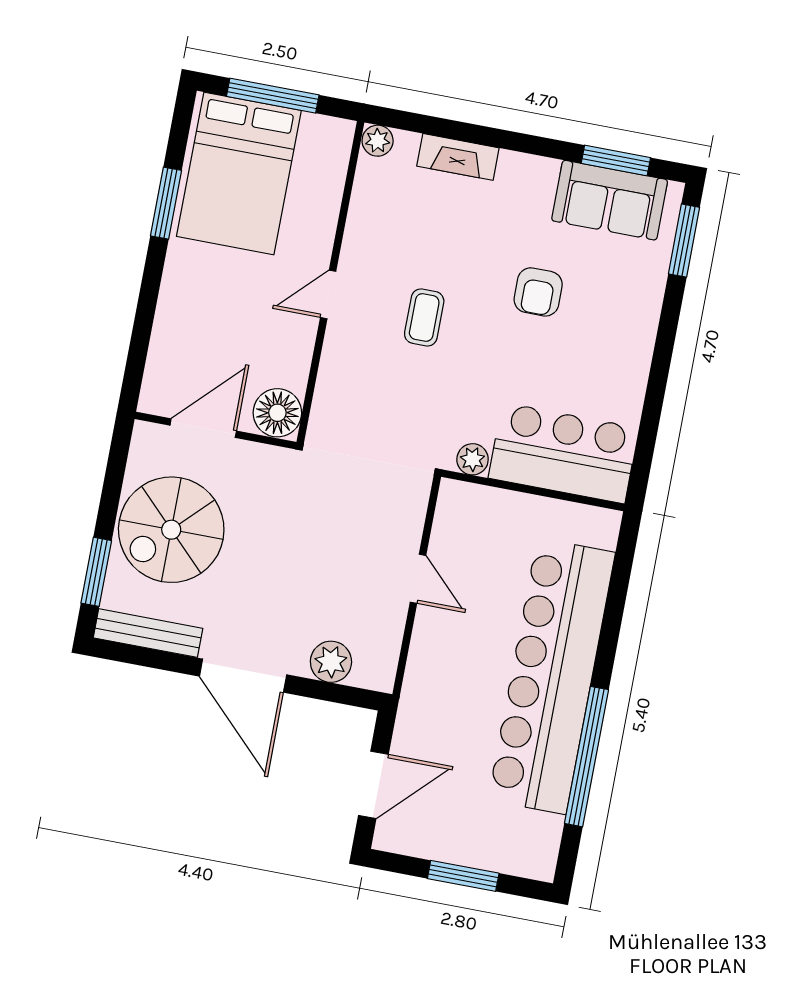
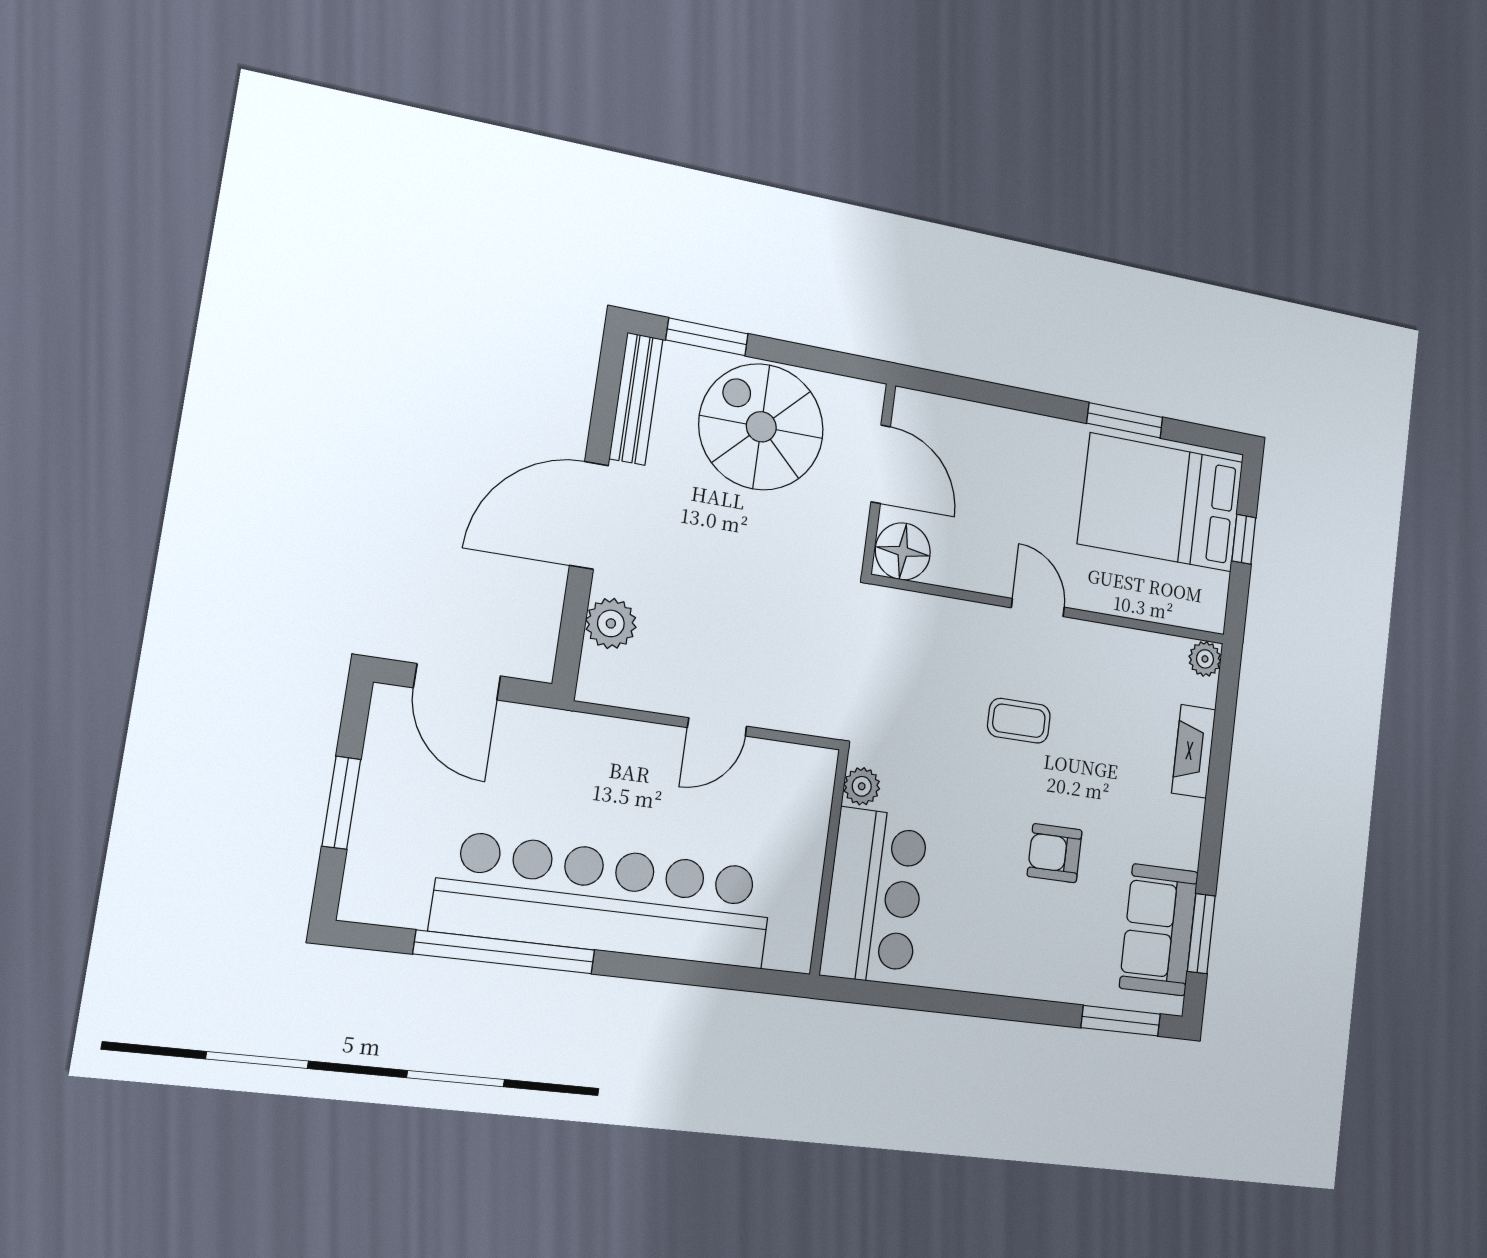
window: (273, 96) -> (1244, 539), width x0.46

